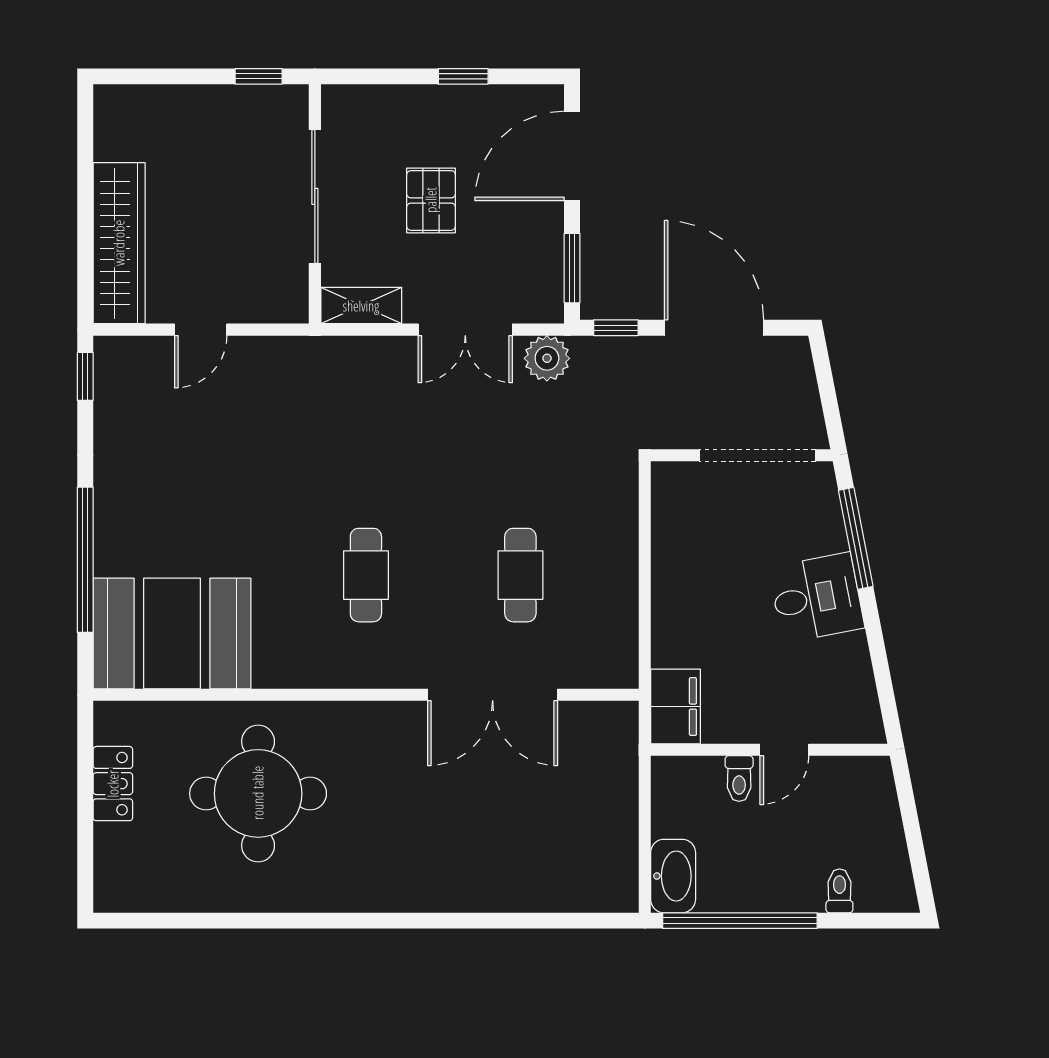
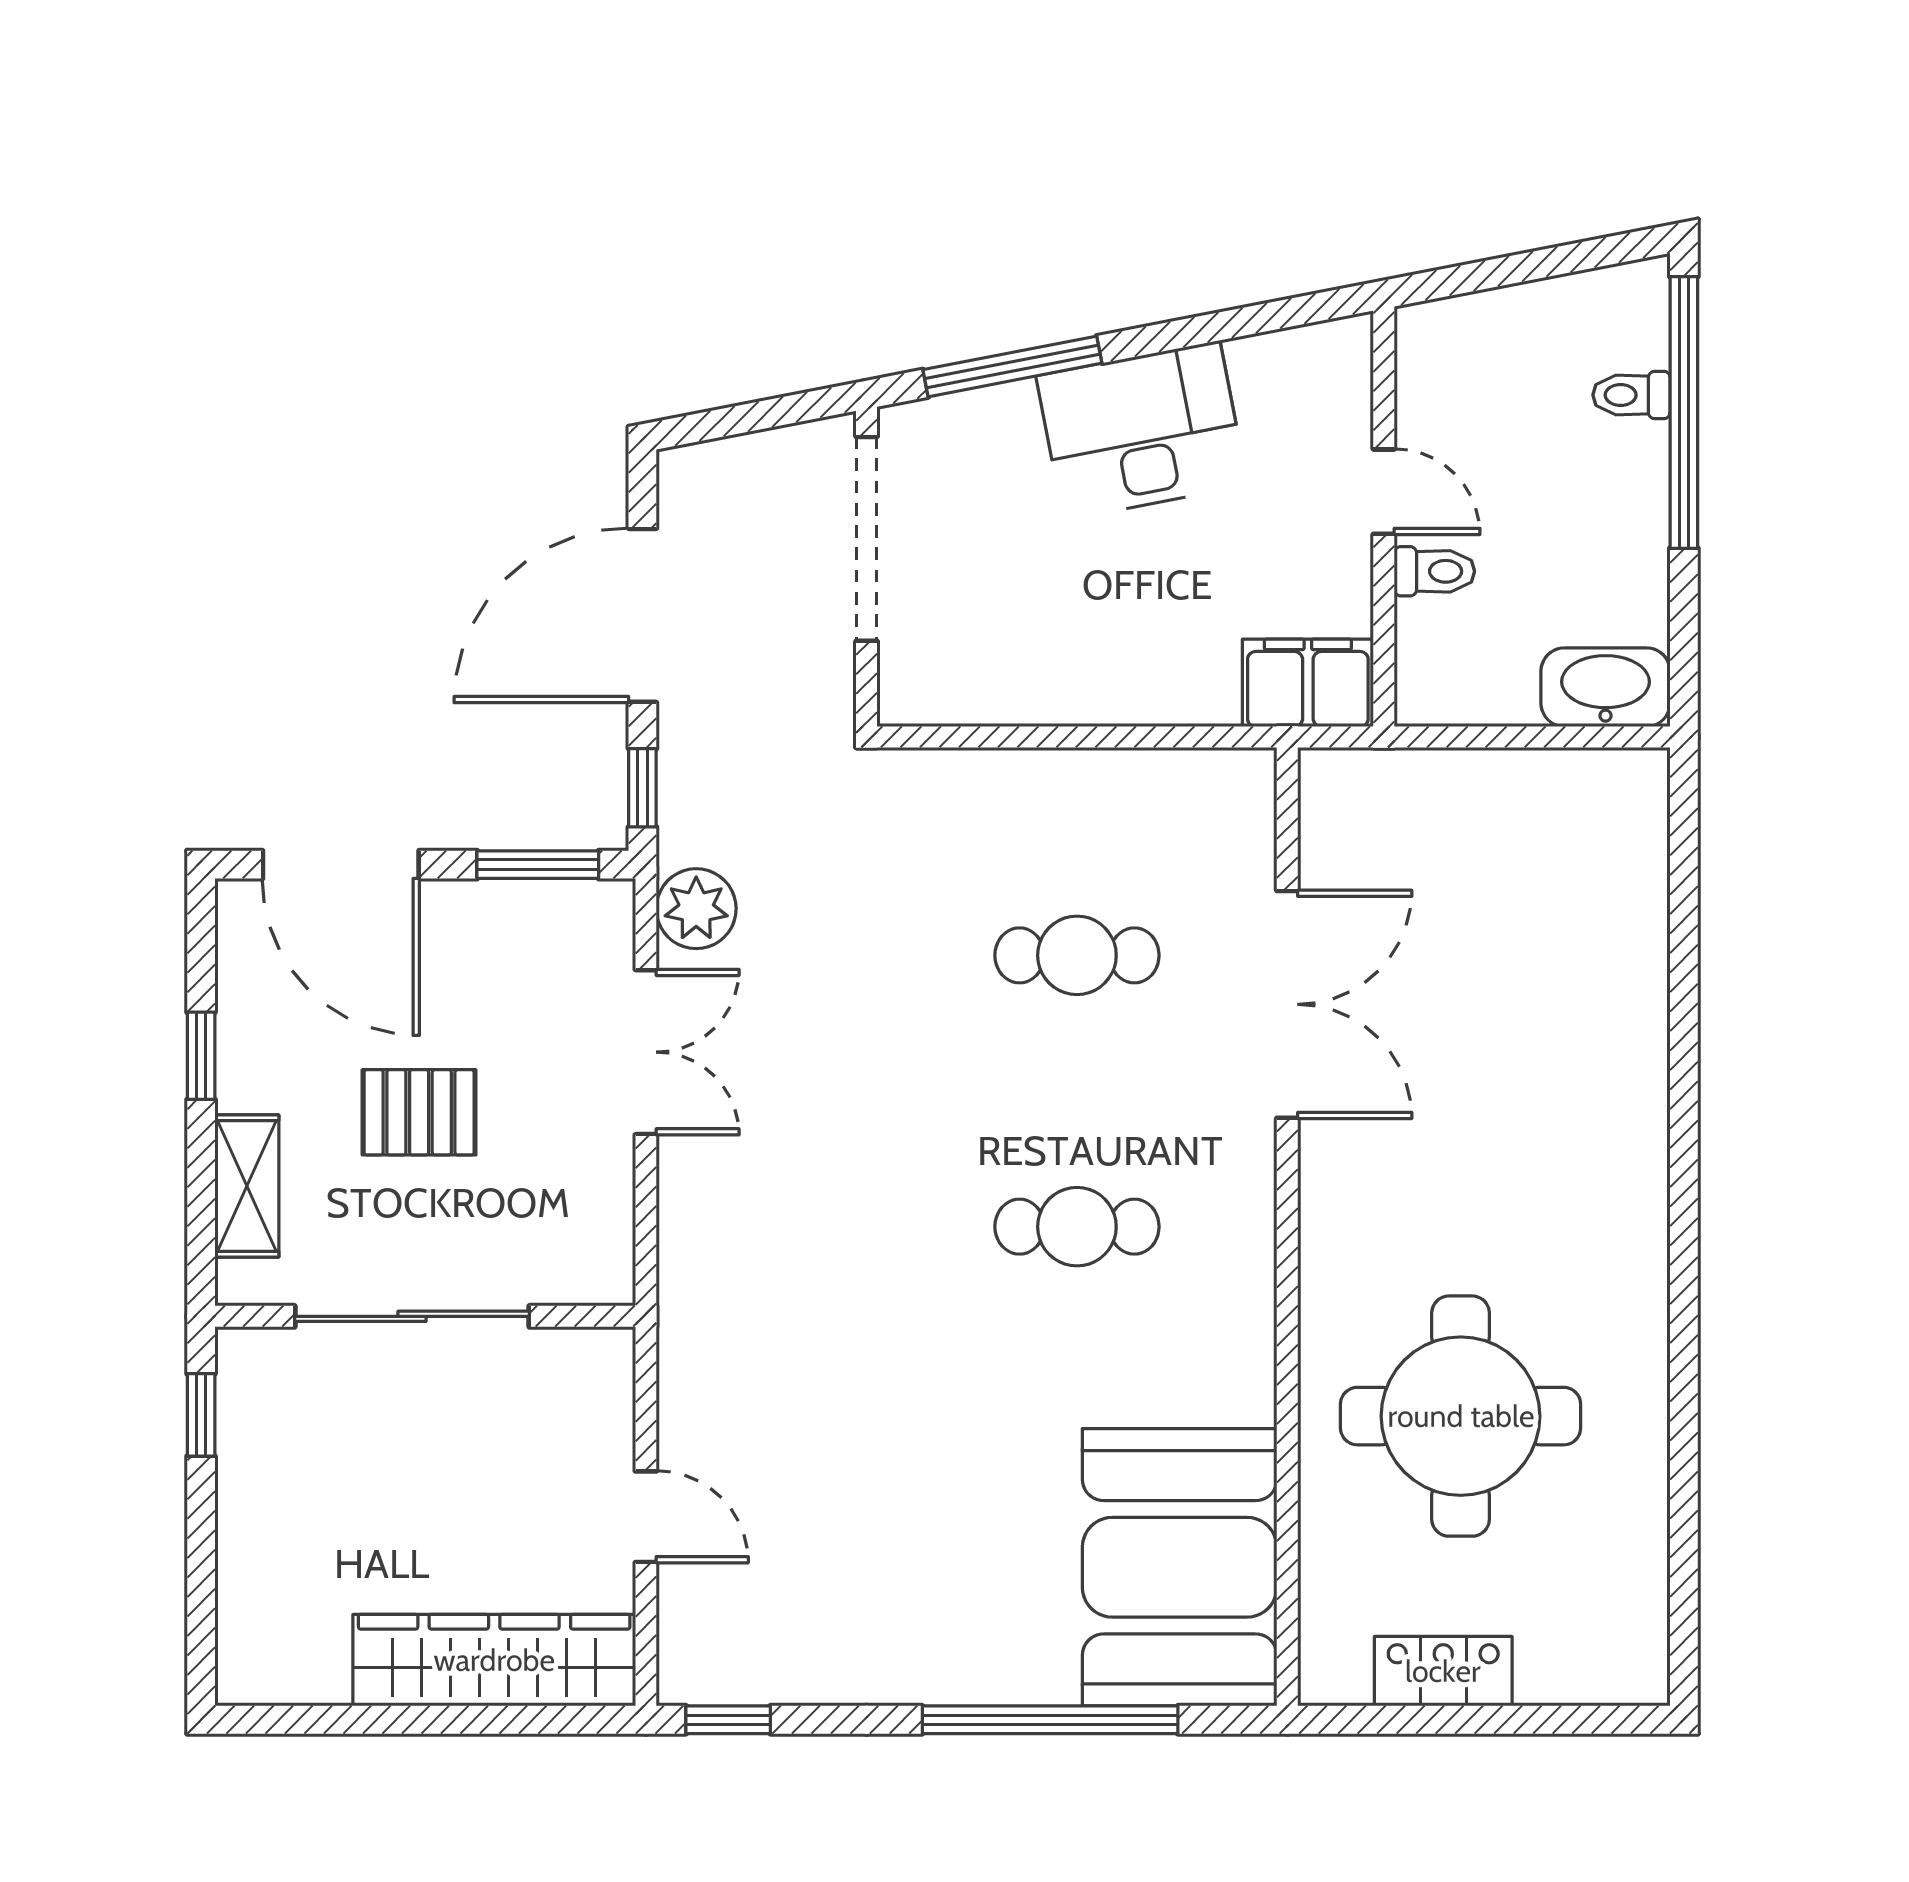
shelving: (361, 306) -> (247, 1186), moved
desk: (816, 598) -> (1142, 431), width x1.37
window: (740, 921) -> (1684, 412), moved

